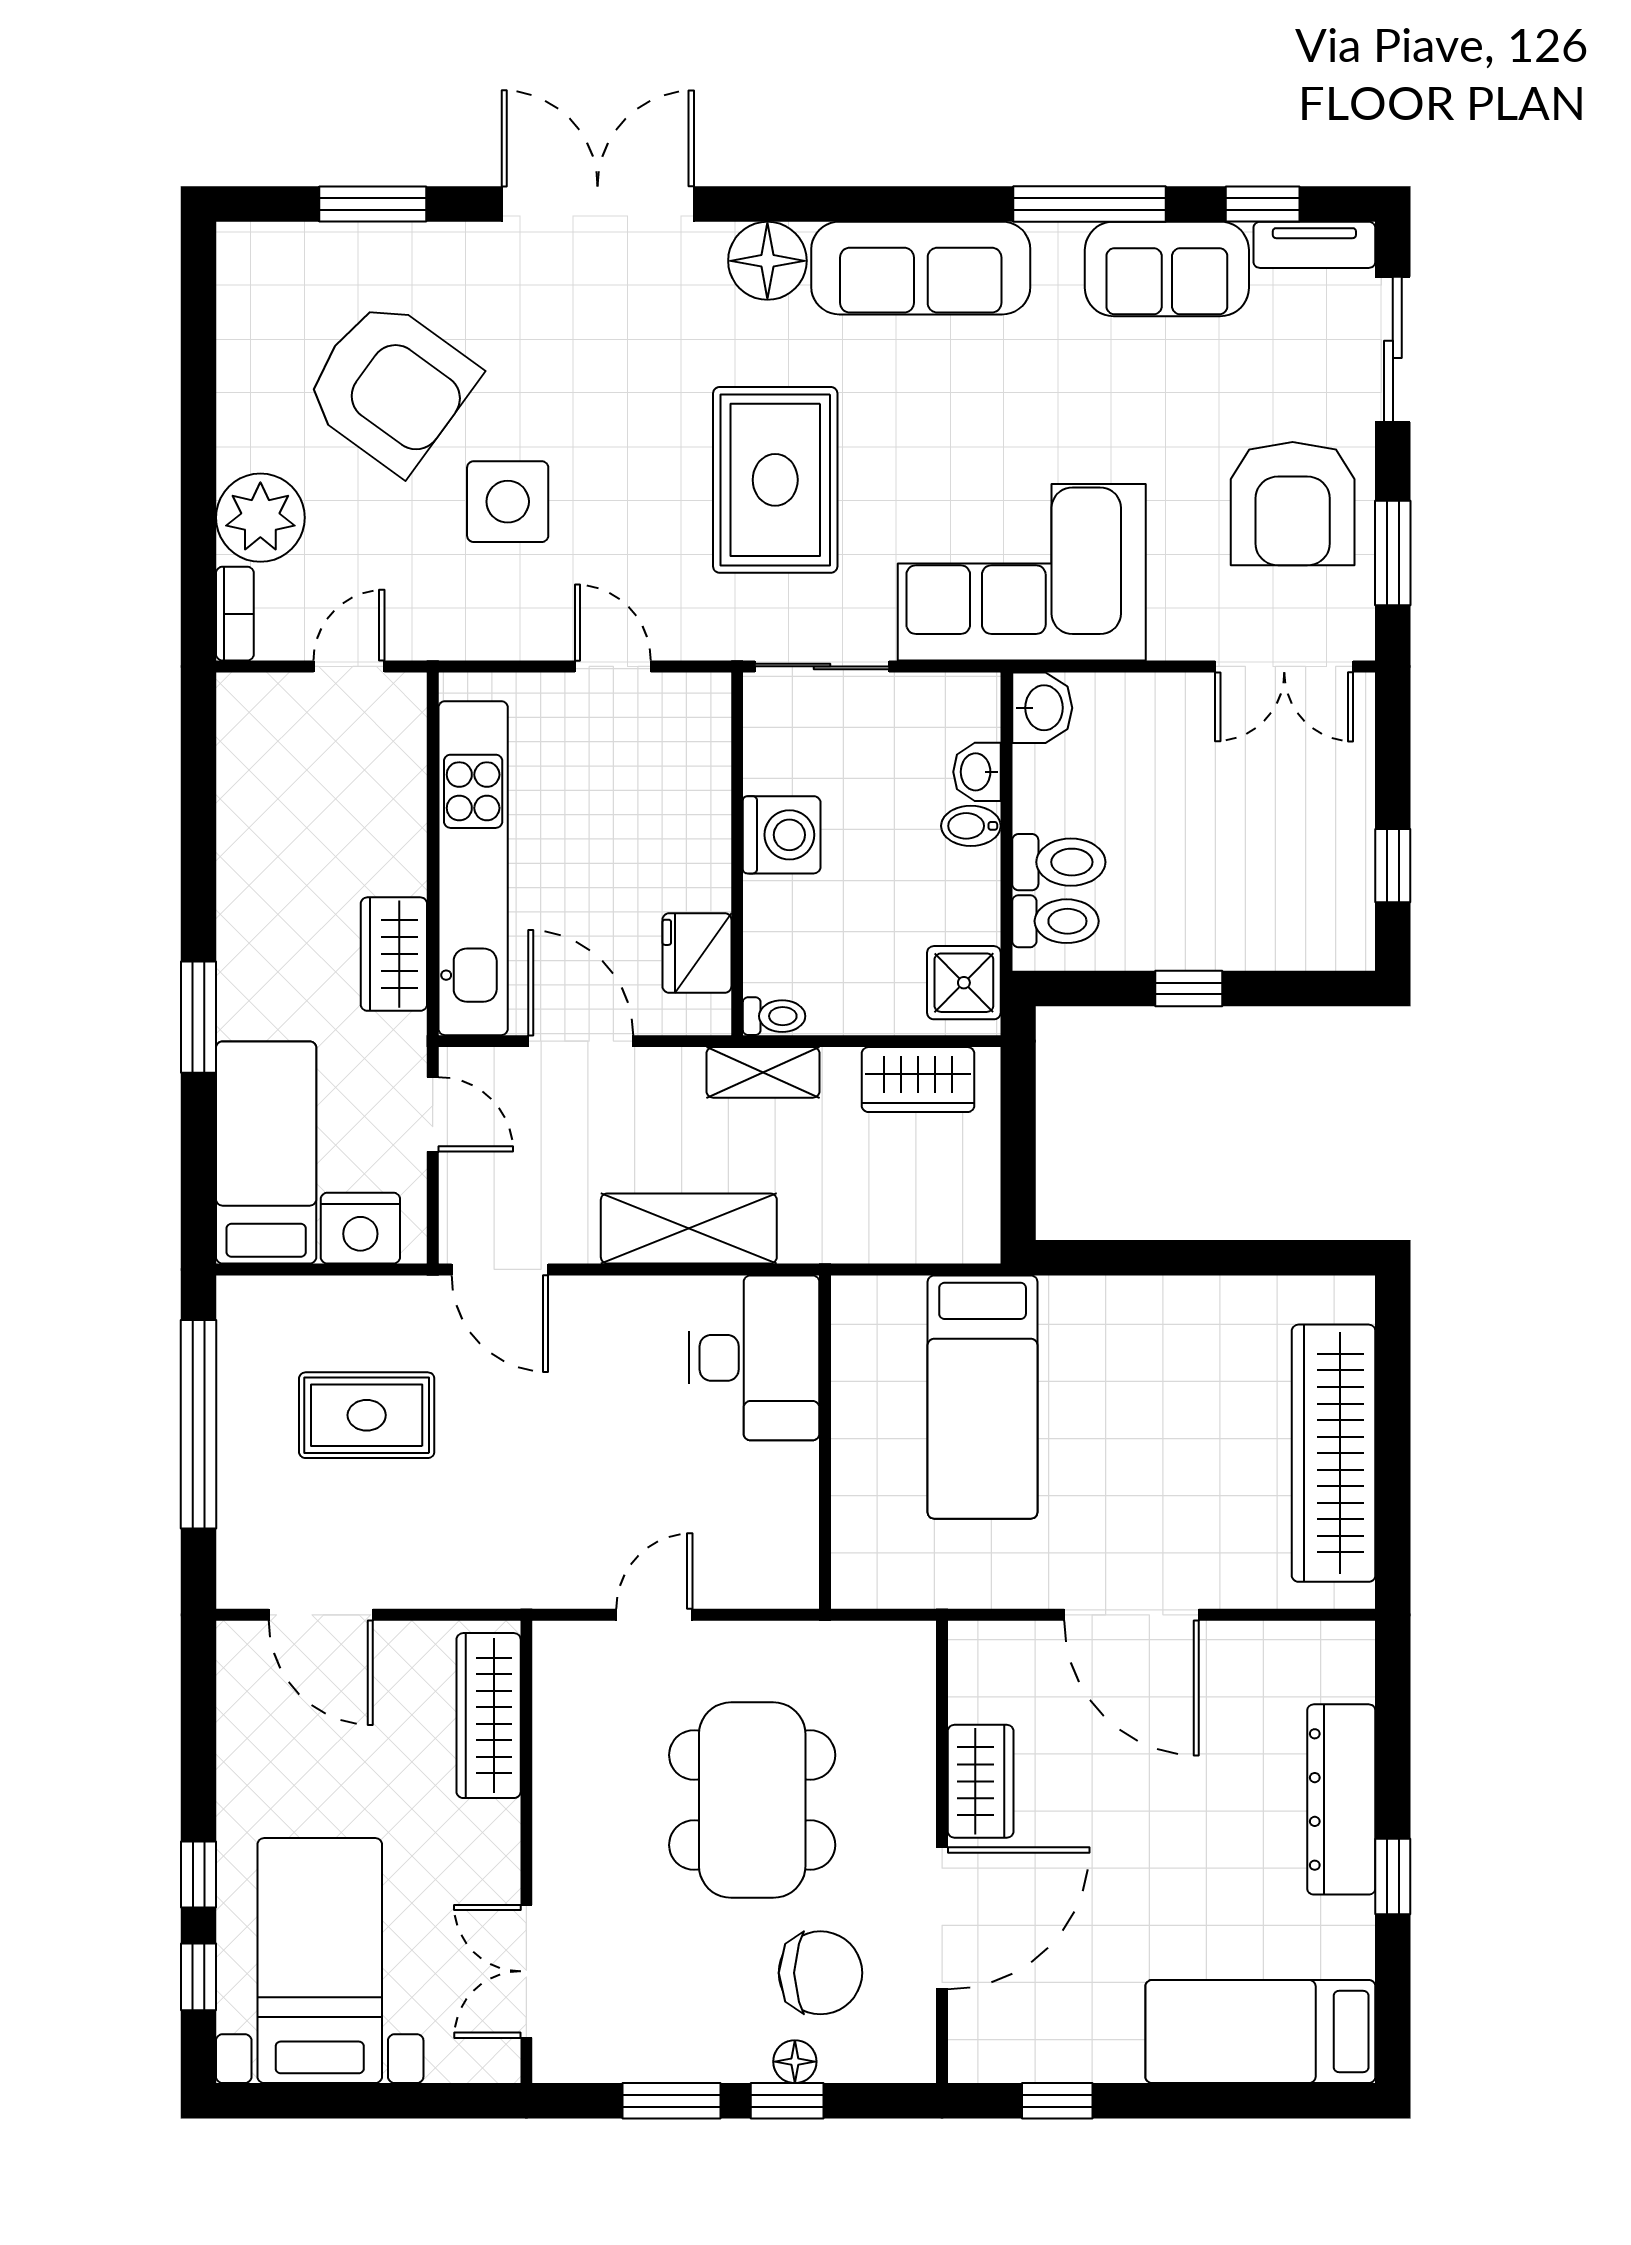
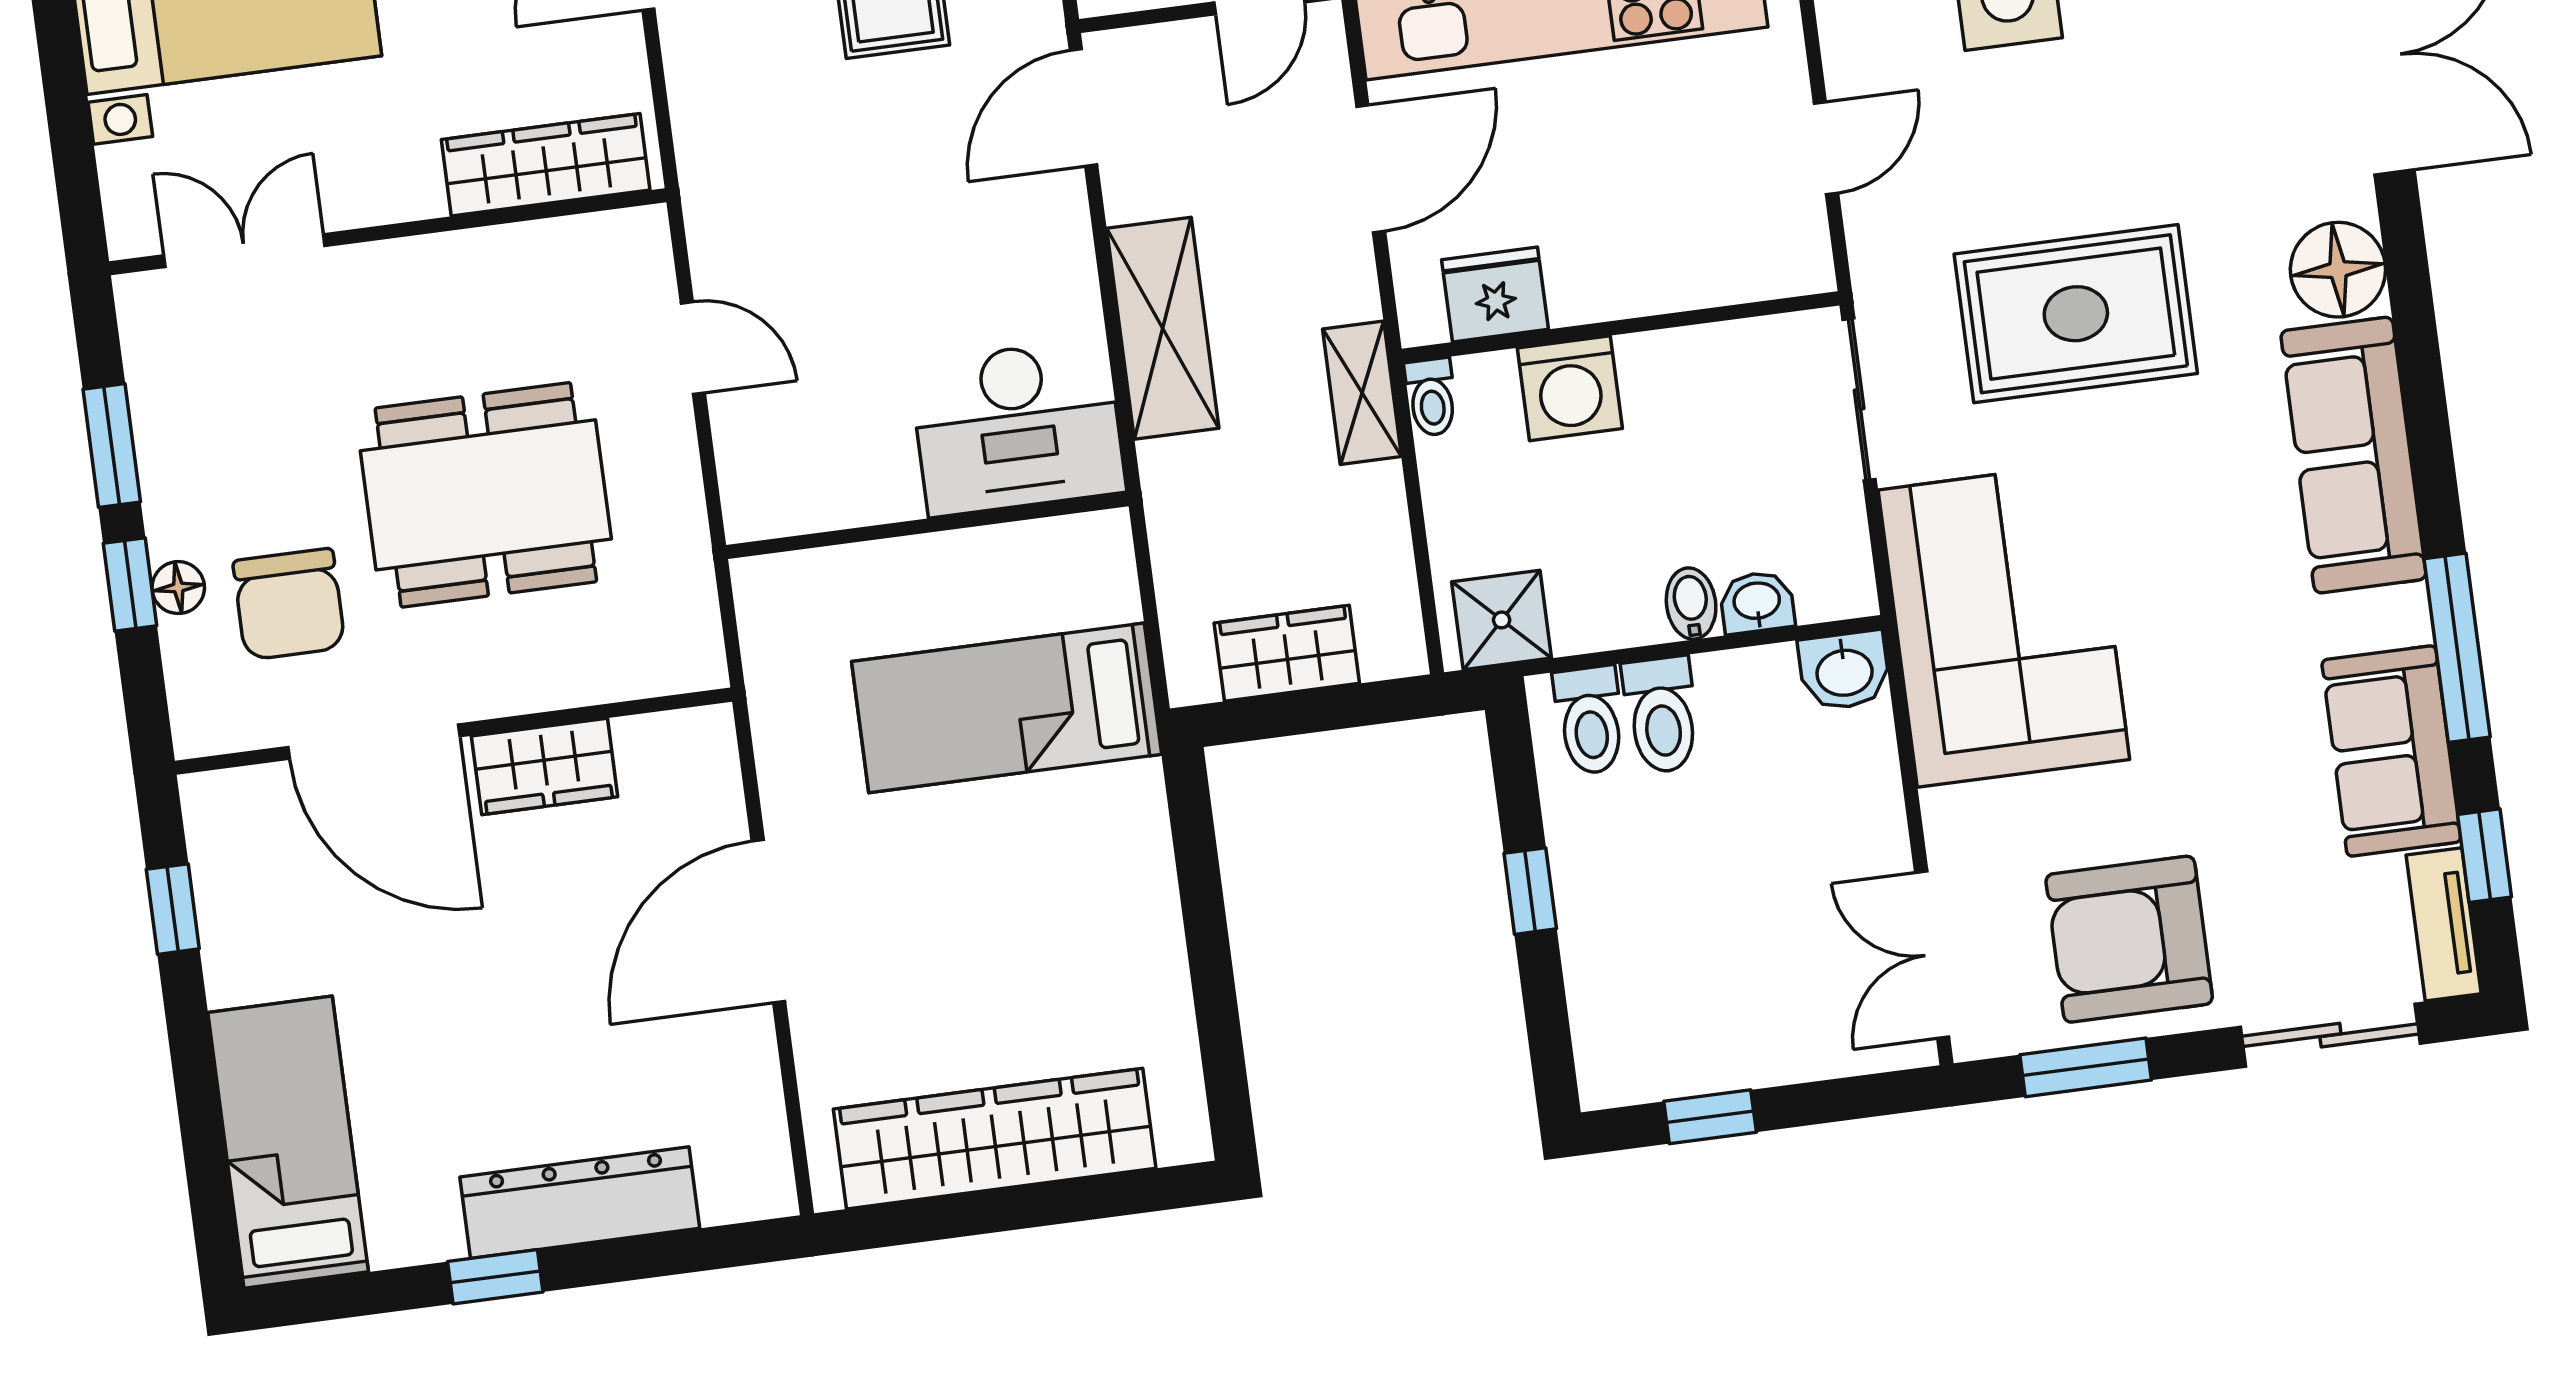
washing machine: (782, 835) -> (1570, 388), moved
wardrobe: (918, 1080) -> (1287, 653), moved, turned 90

